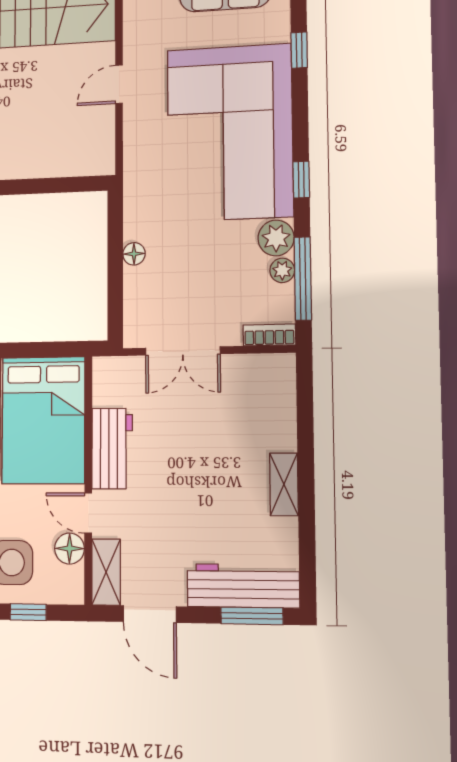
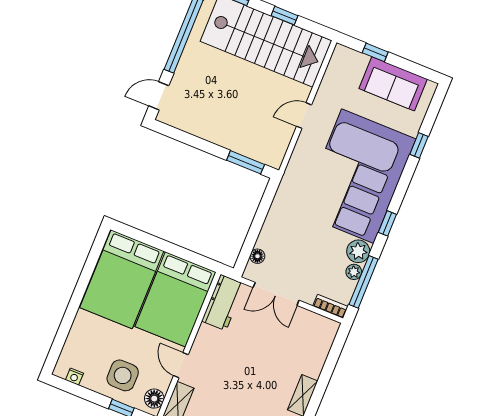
window: (64, 185) -> (246, 162), added
floor lamp: (134, 254) -> (257, 256), moved
workbench: (112, 449) -> (223, 303), moved
floor lamp: (70, 549) -> (154, 399), moved

